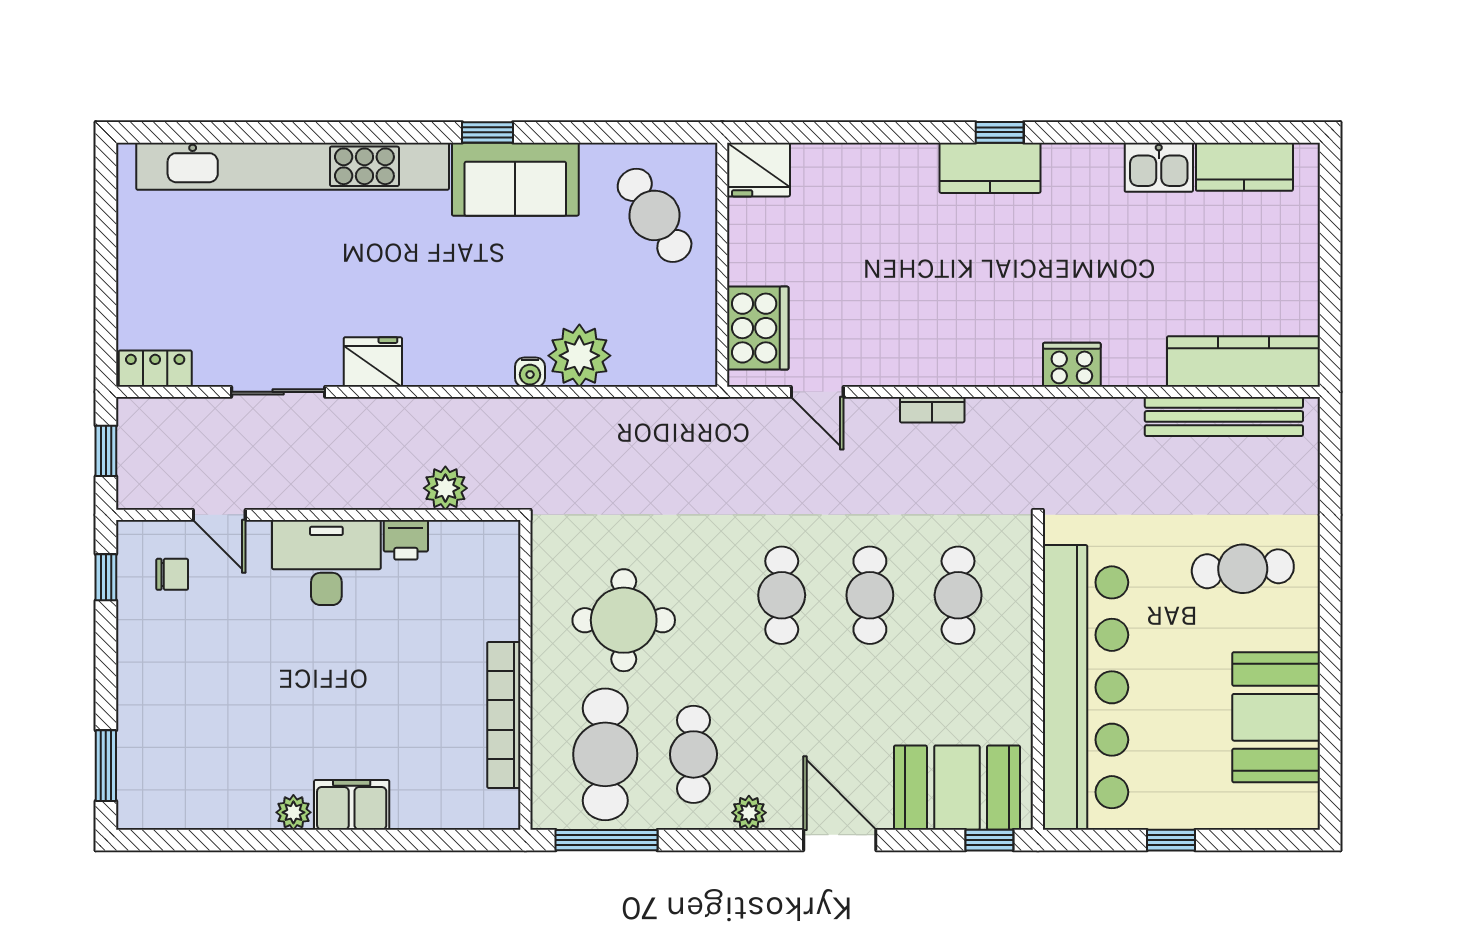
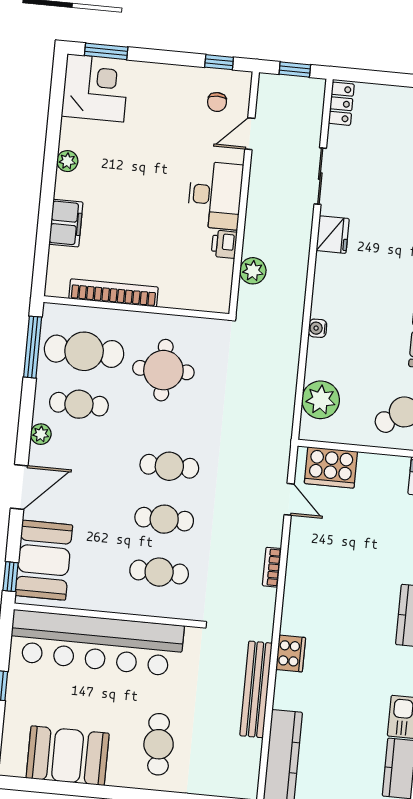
plant: (579, 356) -> (321, 400), moved
door: (817, 392) -> (289, 499), swing flipped
bench: (1224, 416) -> (256, 689), moved
corner desk: (168, 778) -> (95, 88), added
filing cabinet: (352, 805) -> (66, 223), moved

